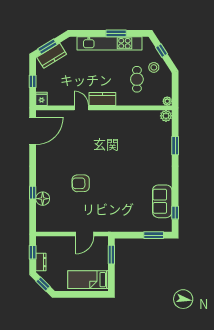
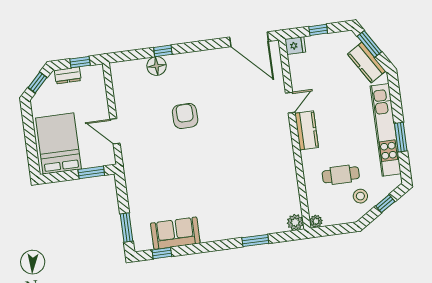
kitchen counter: (52, 56) -> (367, 63), moved
bed: (88, 280) -> (58, 143), width x1.50

